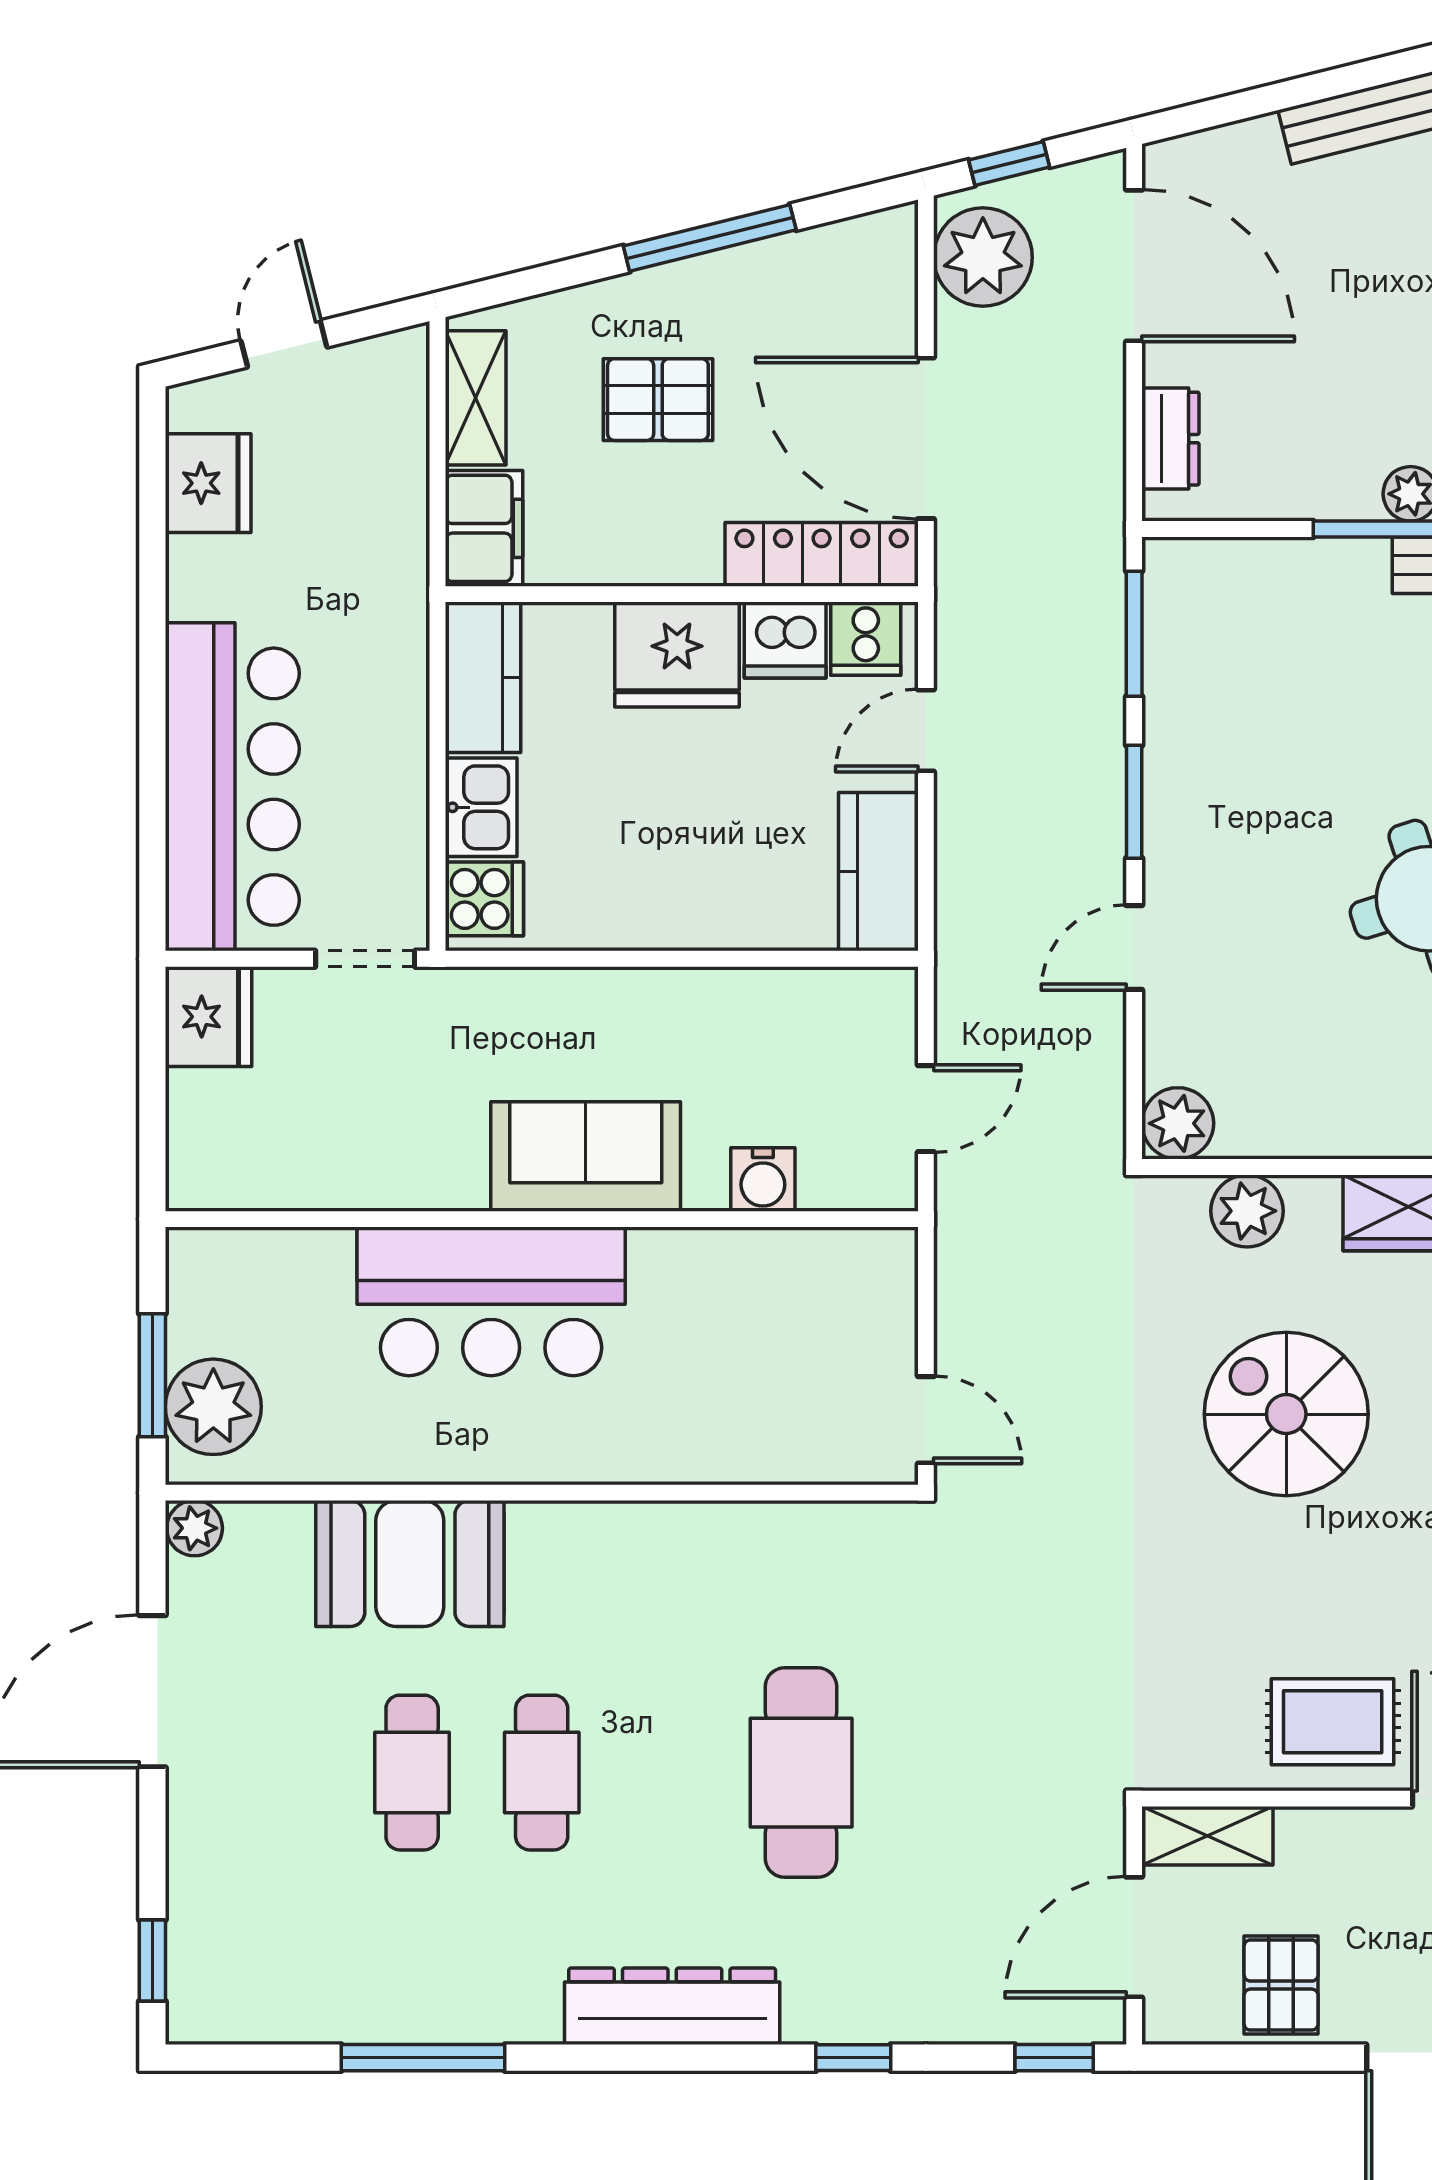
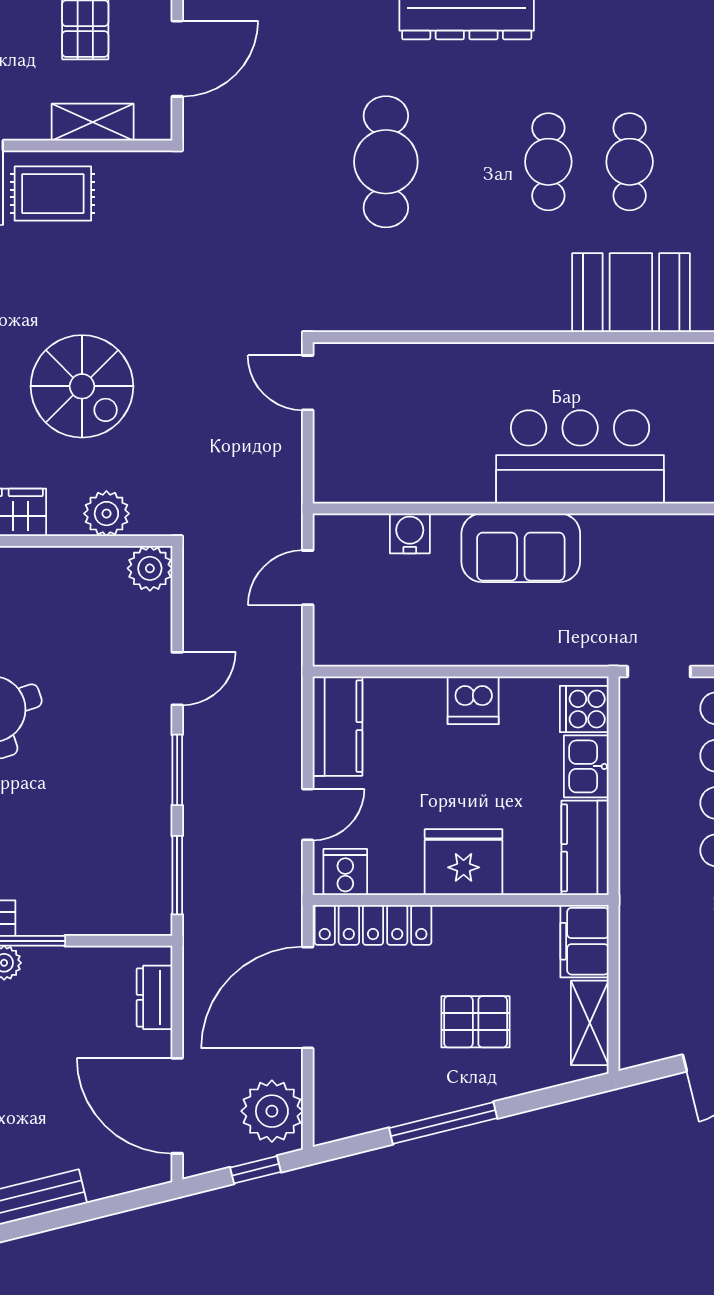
door: (926, 438) -> (308, 998), swing flipped
dishwasher: (785, 640) -> (473, 700), moved, turned 180
shelving: (1207, 1836) -> (93, 122), moved

